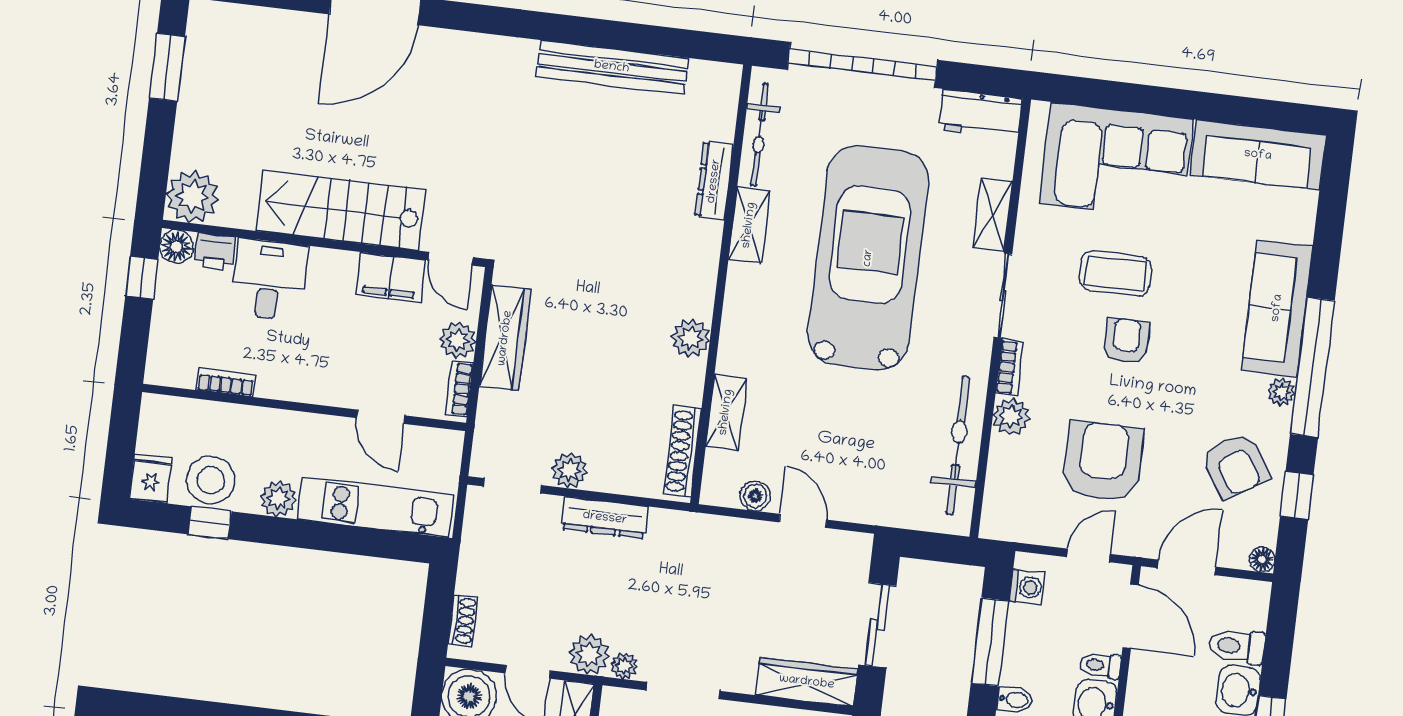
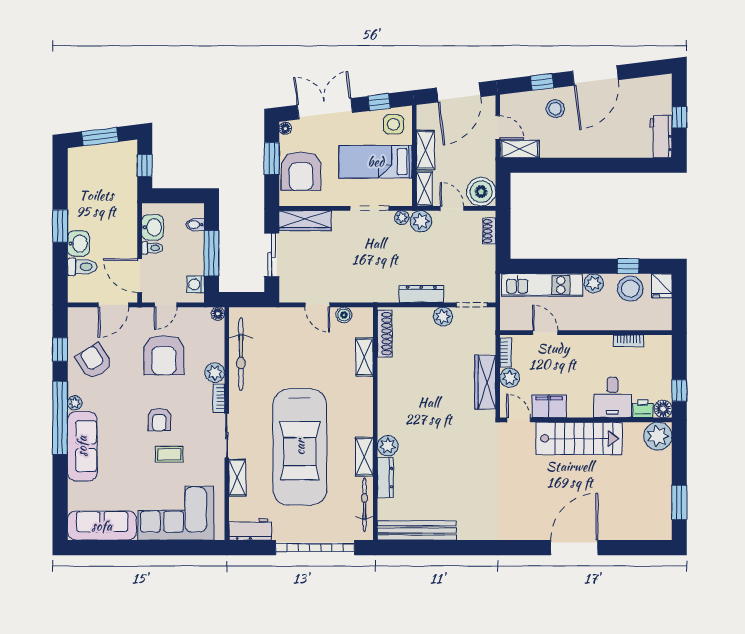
bench: (612, 67) -> (417, 530), moved
coffee table: (1115, 274) -> (169, 454), width x0.73, depth x0.77
plant: (691, 338) -> (388, 446), moved
floor lamp: (1262, 560) -> (218, 314), moved

